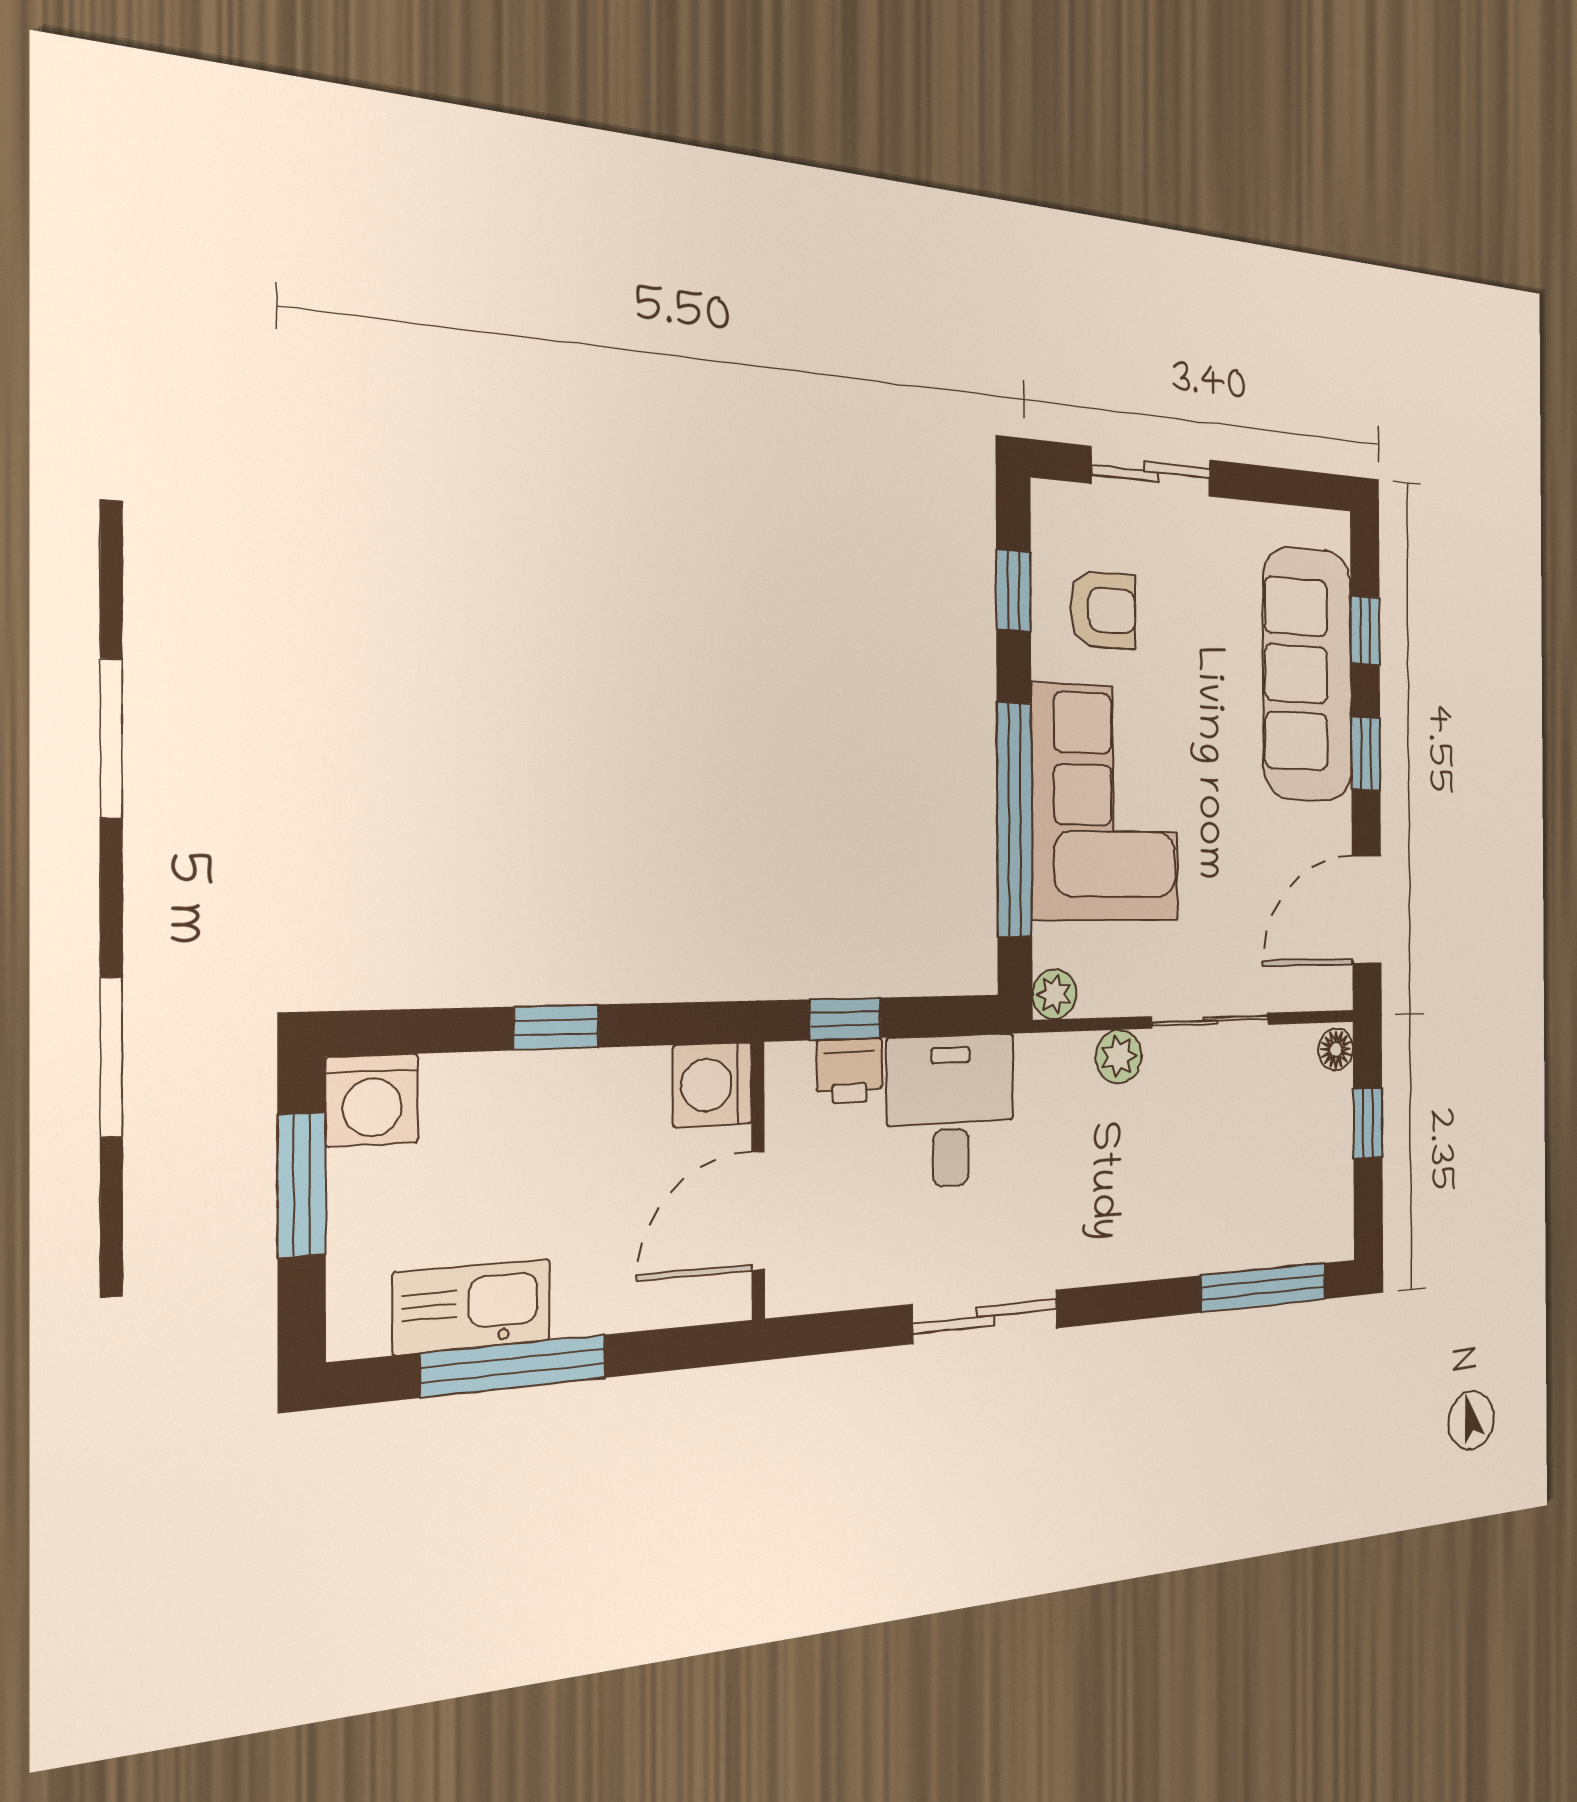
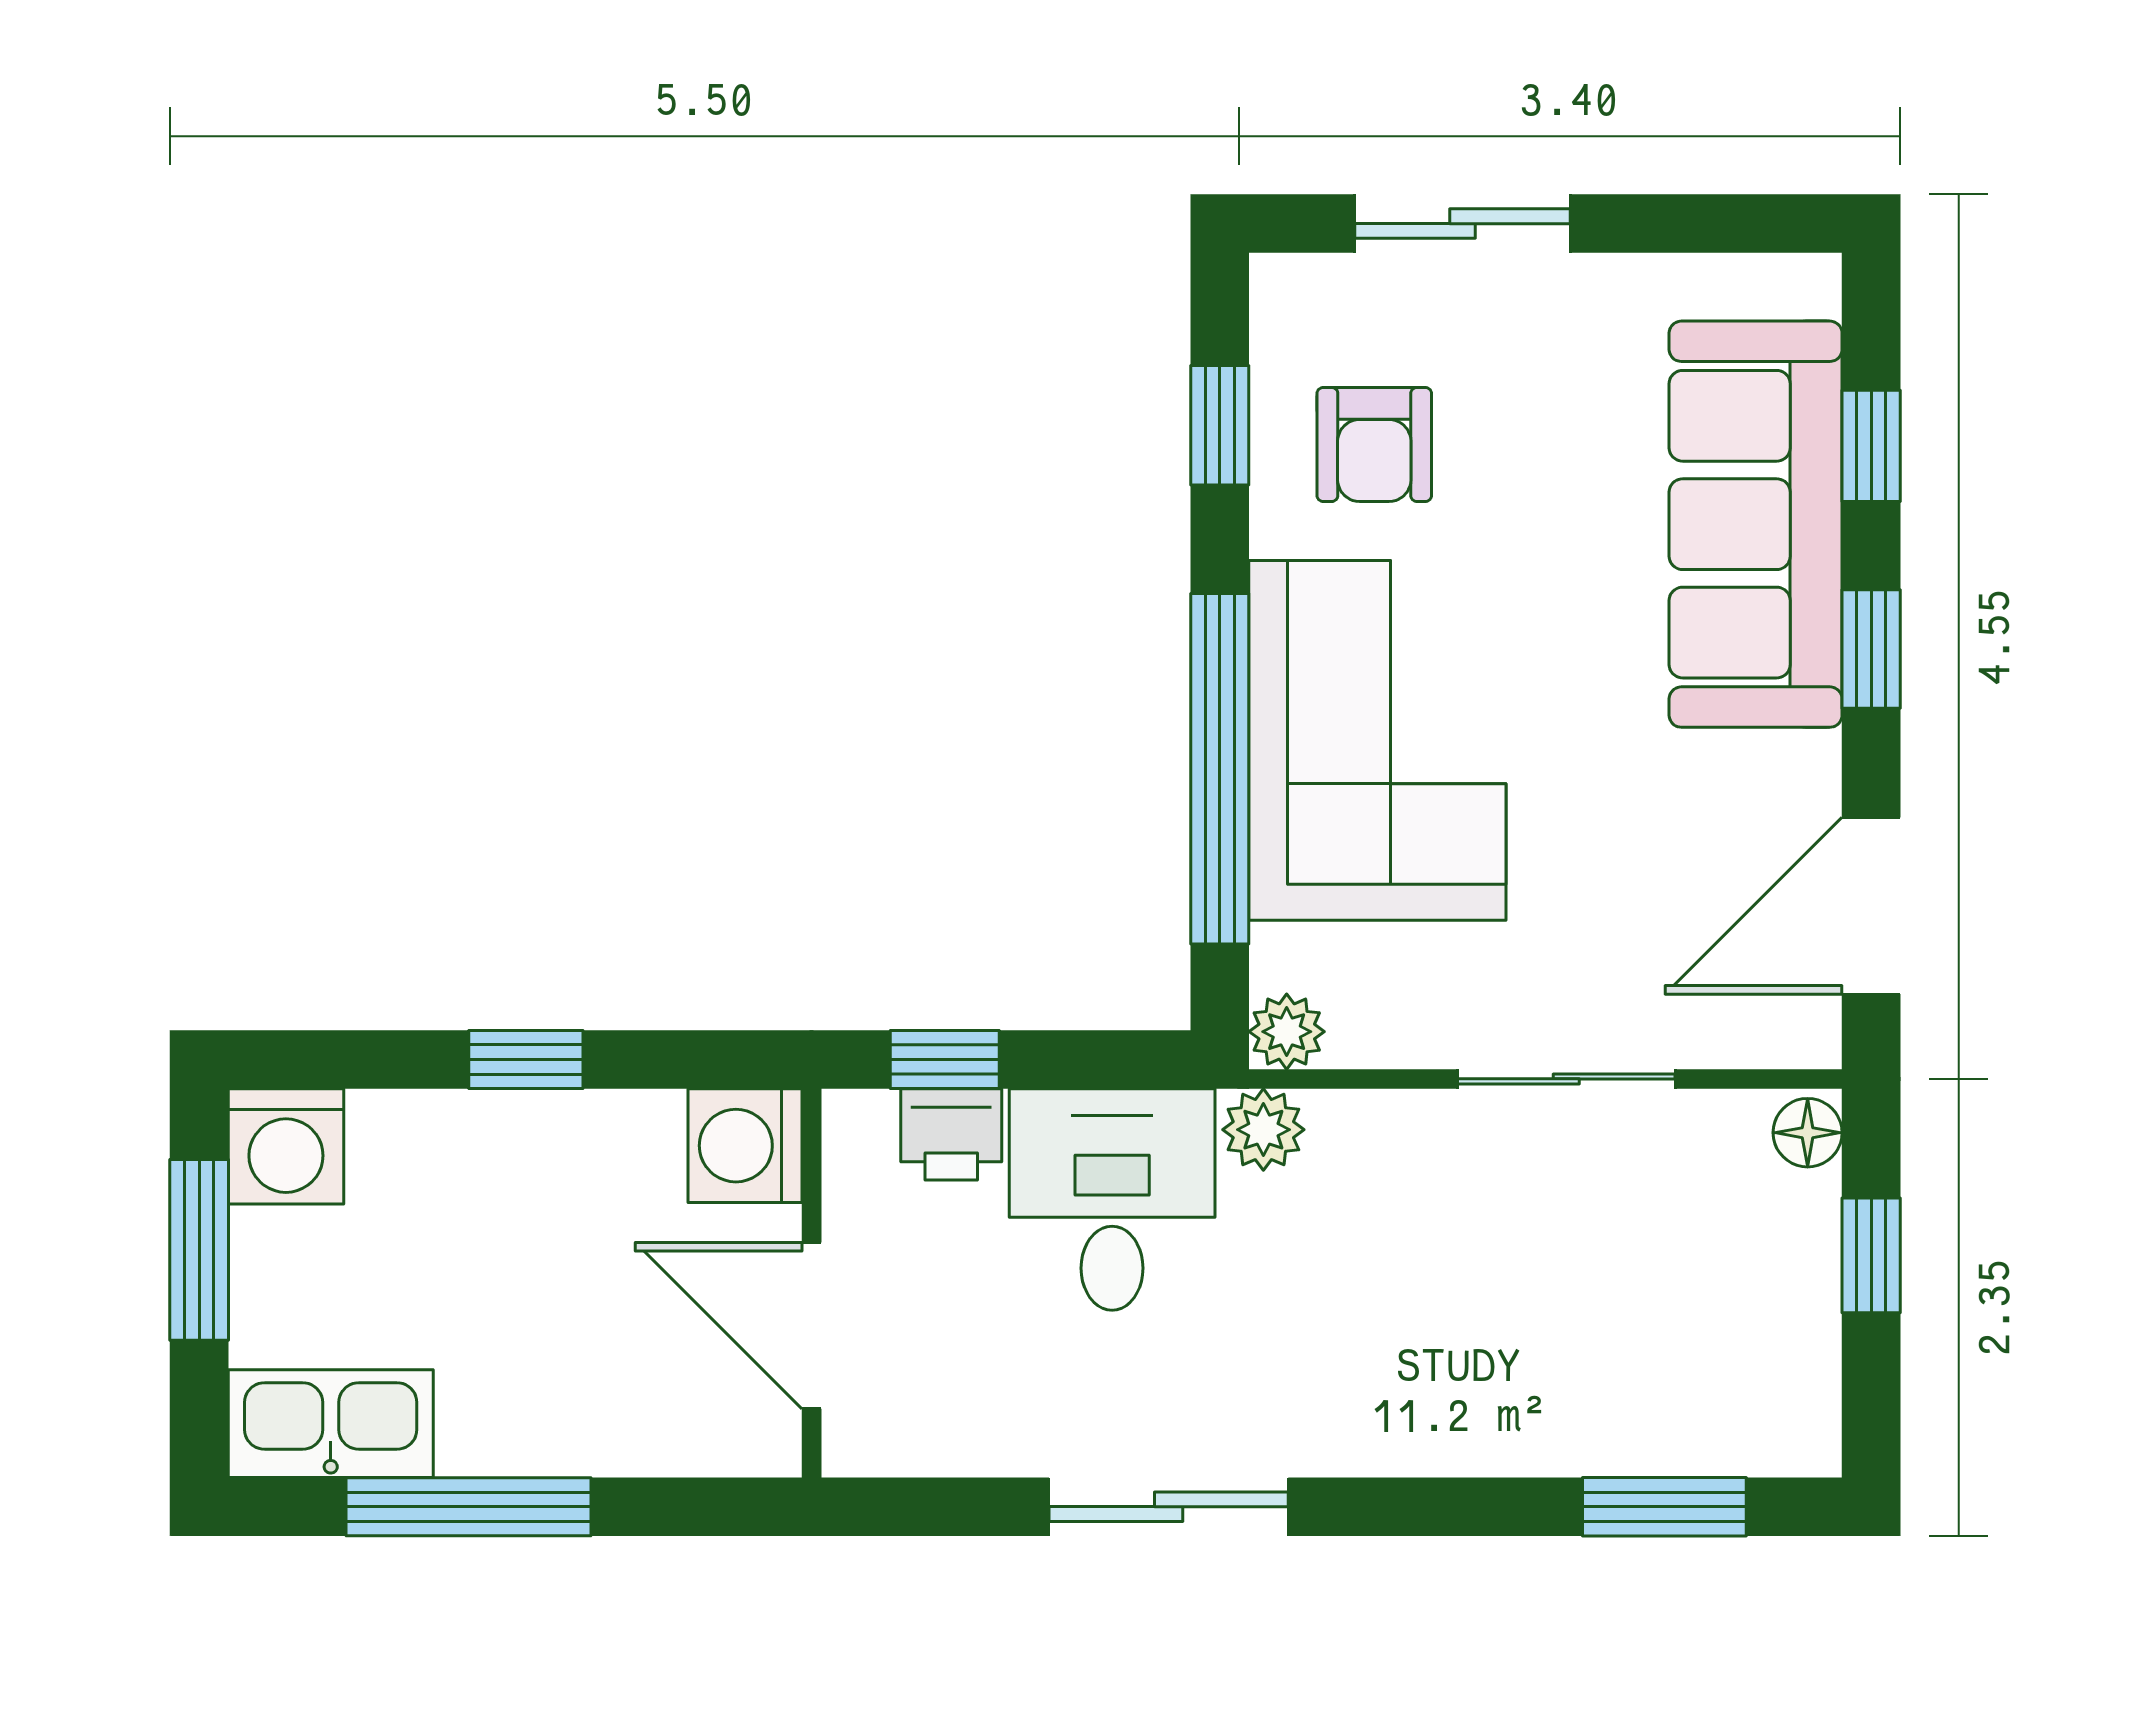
armchair: (1103, 610) -> (1374, 444), turned 90
plant: (1119, 1056) -> (1263, 1130), moved
door: (758, 1211) -> (812, 1326), hinge flipped
window: (1264, 1287) -> (1664, 1507), width x0.69
kitchen sink: (472, 1307) -> (331, 1424), moved

